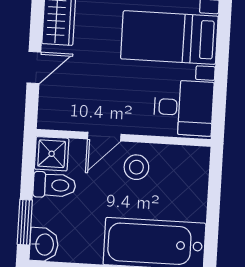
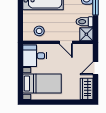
door: (104, 137) -> (66, 42), swing flipped
stool: (136, 167) -> (39, 31), moved

